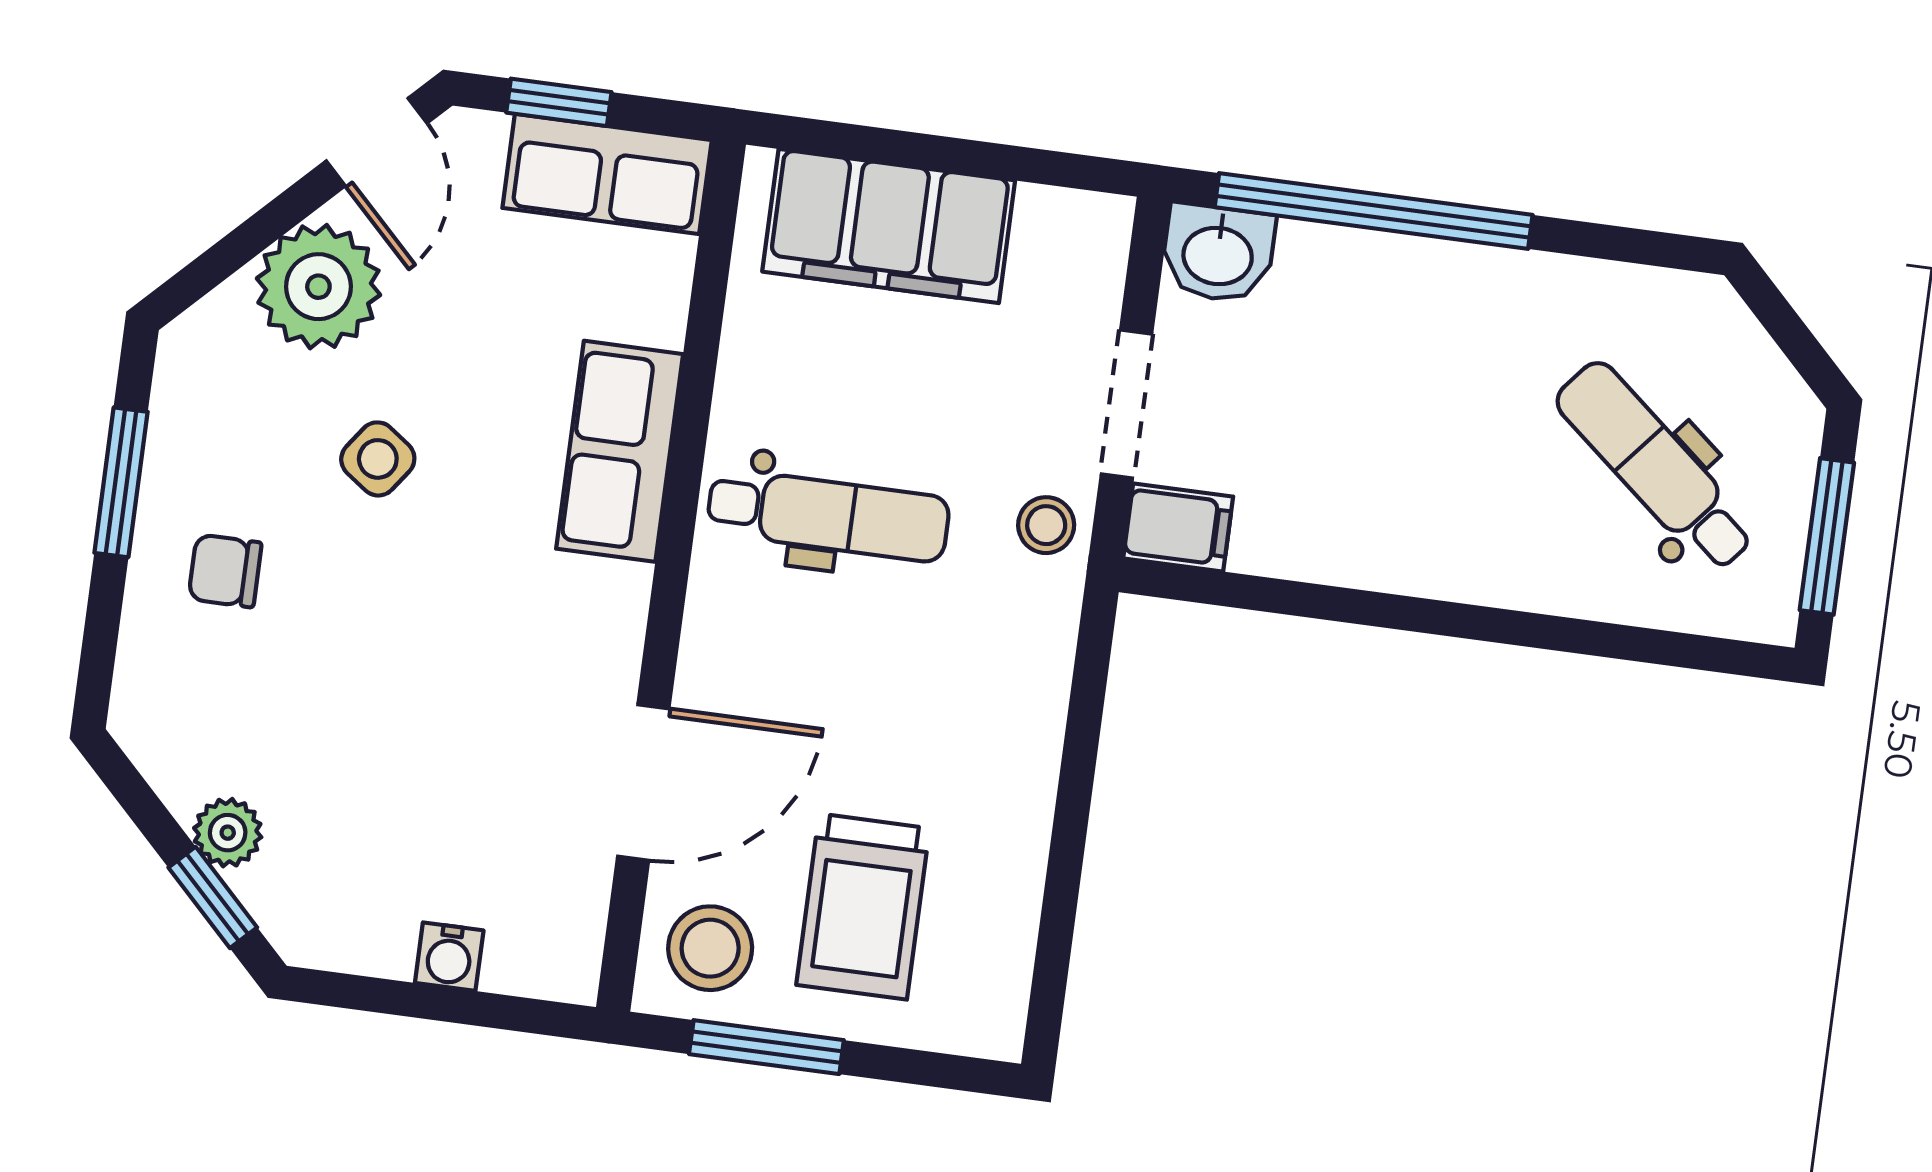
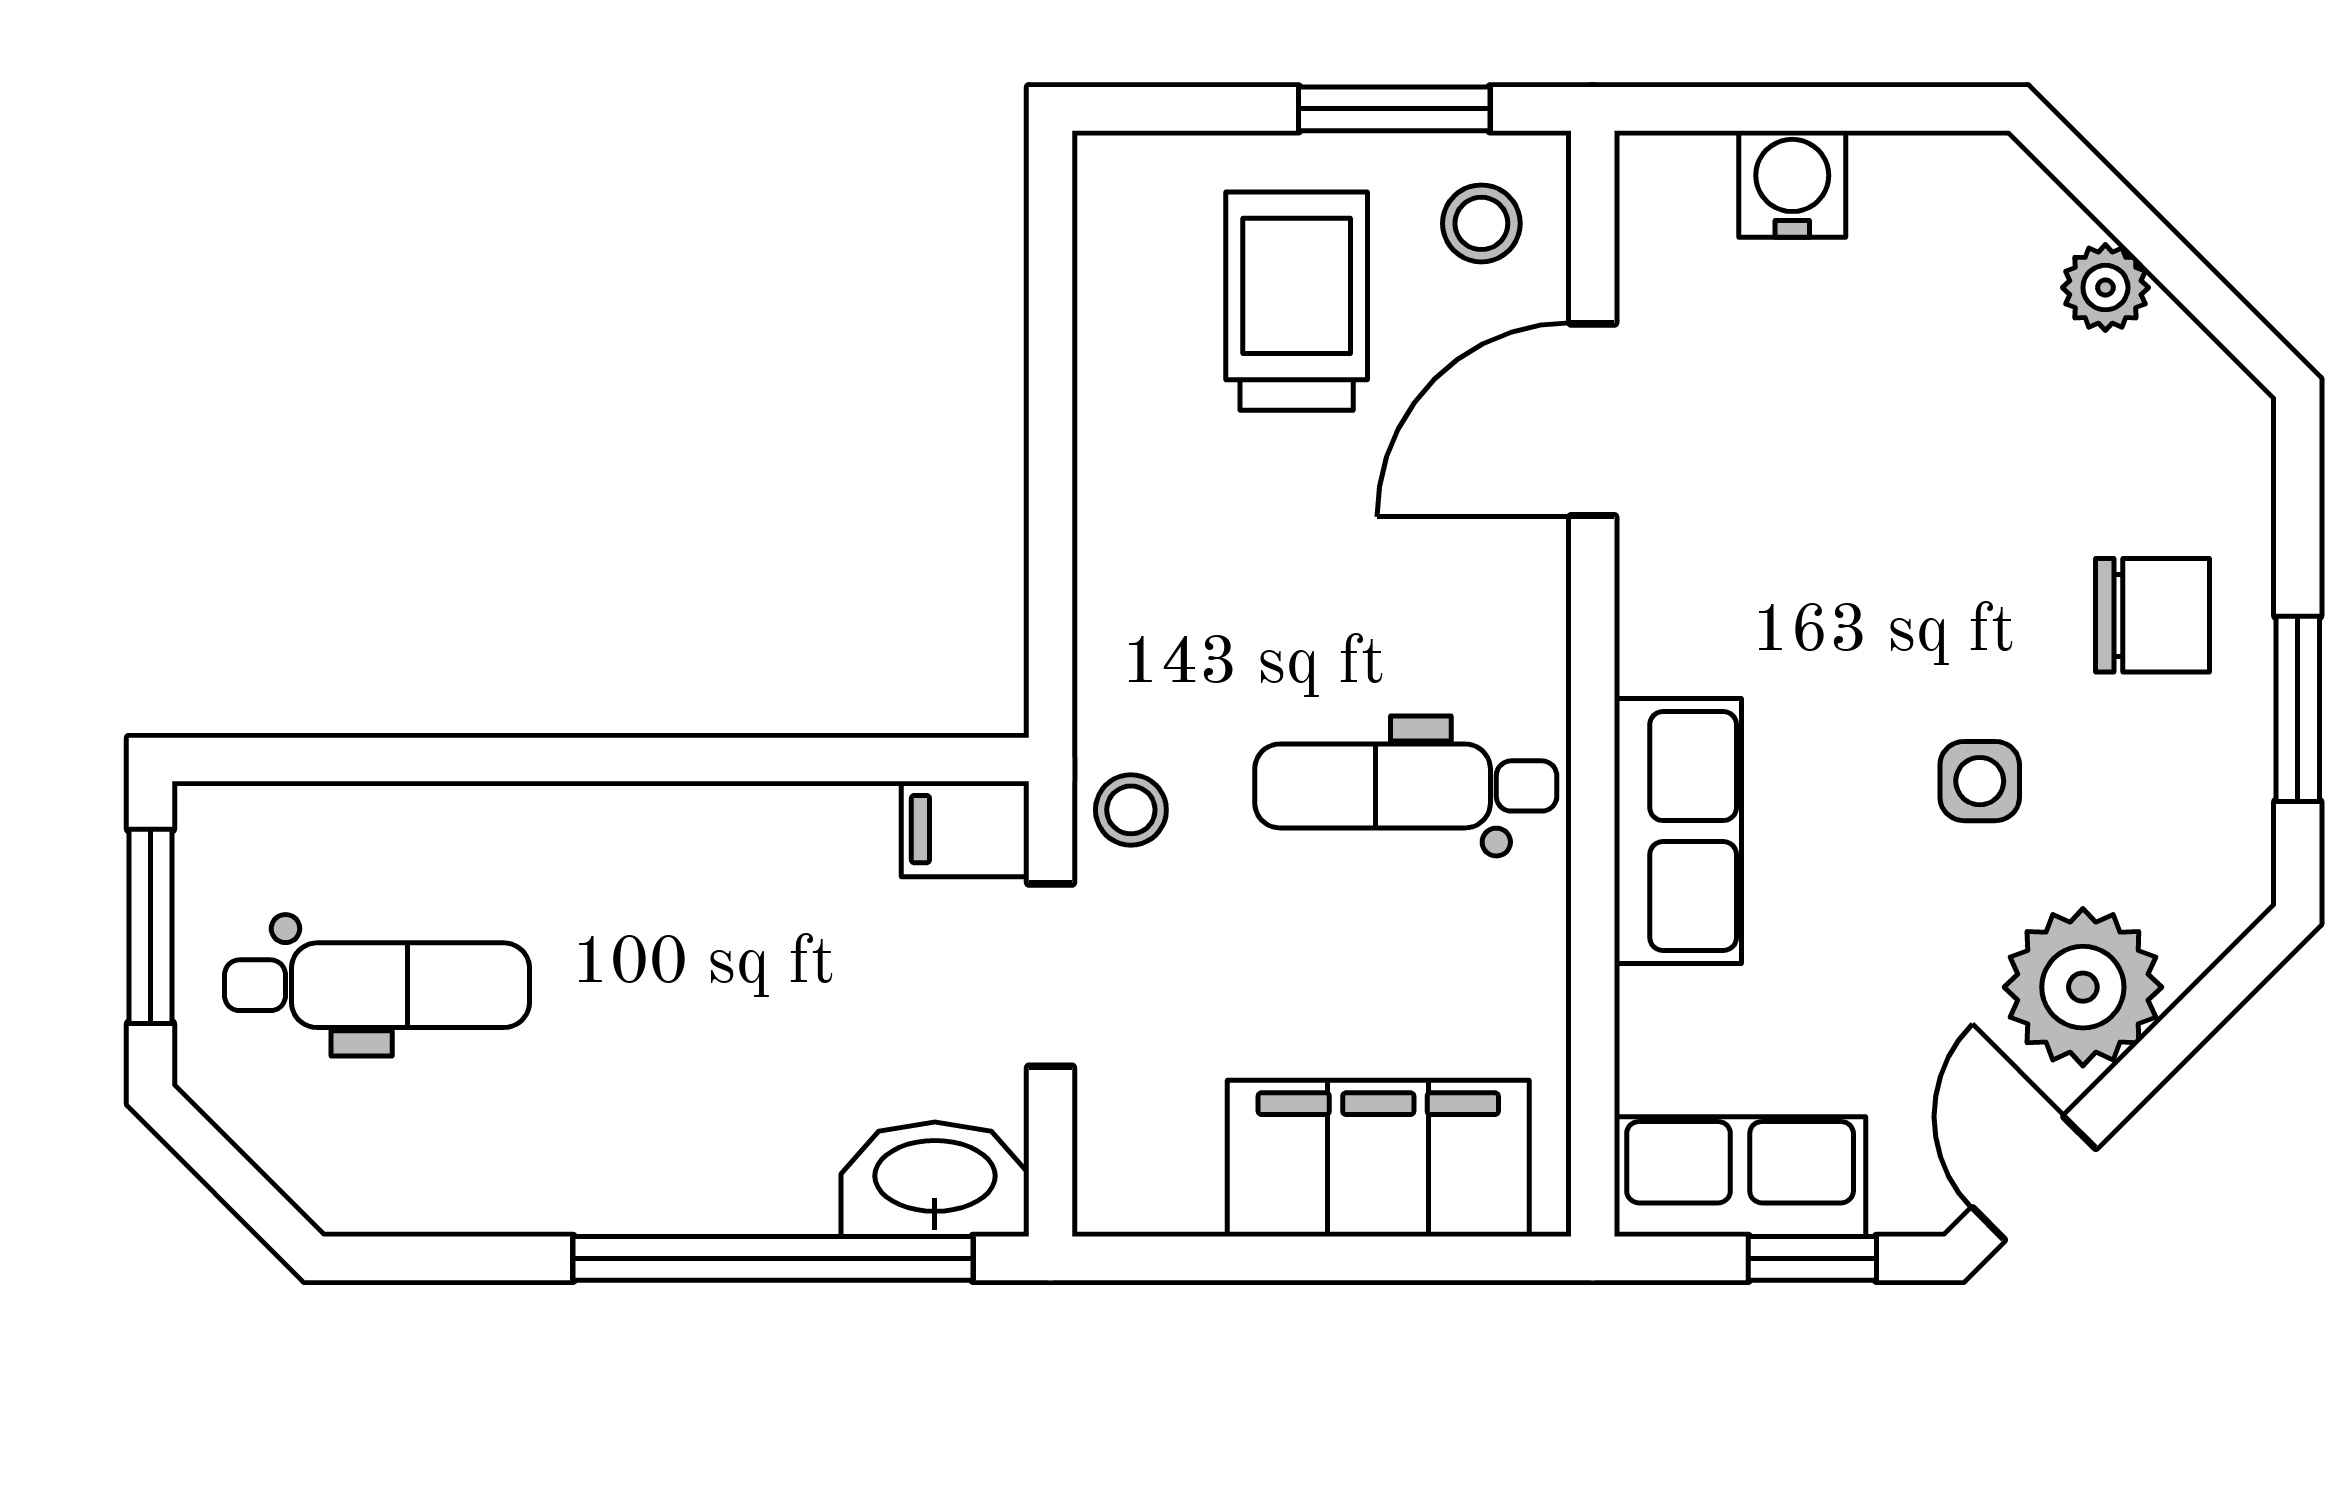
washbasin: (1218, 253) -> (935, 1179), width x1.38
side table: (378, 459) -> (1980, 781), turned -36
dental chair: (1655, 467) -> (377, 985), turned -40
chair: (225, 571) -> (2153, 615), width x1.37, depth x1.37
window: (213, 897) -> (2113, 204), removed
stool: (710, 948) -> (1481, 223), width x0.73, depth x0.73
water cooler: (449, 957) -> (1792, 184), width x1.38, depth x1.38

